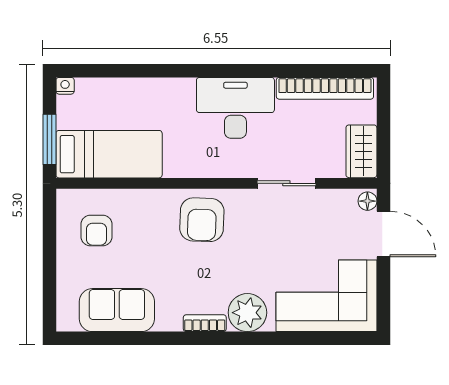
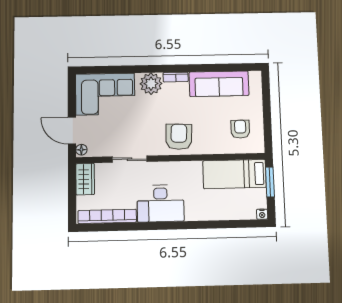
sofa: (117, 310) -> (219, 84), width x1.36

